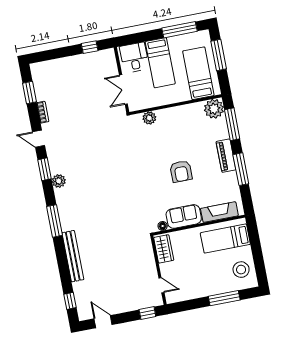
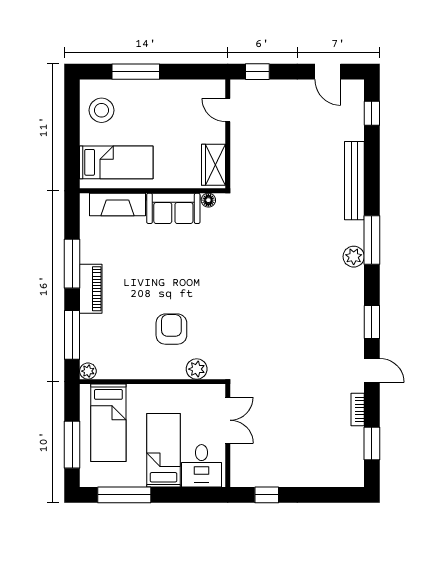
plant: (214, 109) -> (88, 371), width x0.53, depth x0.53
armchair: (181, 171) -> (171, 329), moved
plant: (59, 181) -> (354, 257), moved

